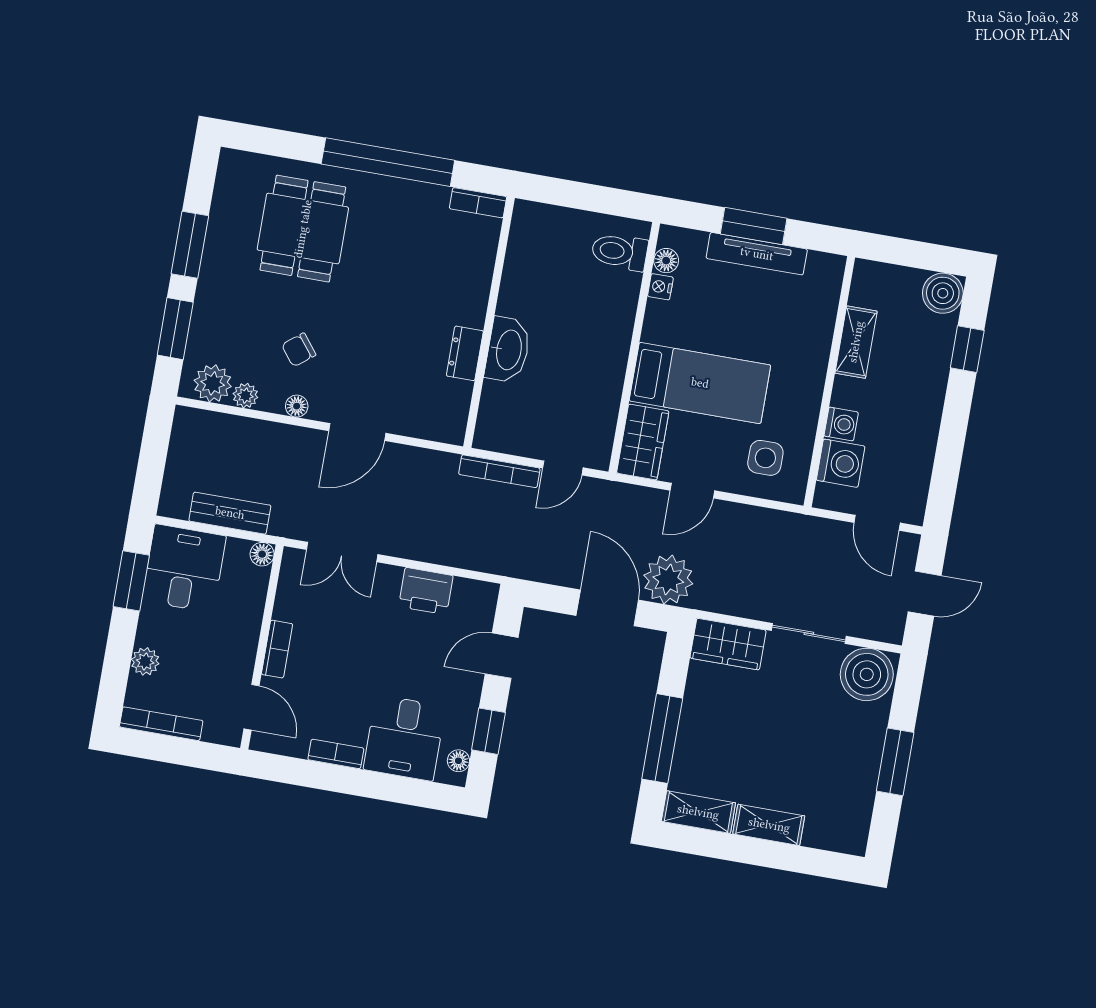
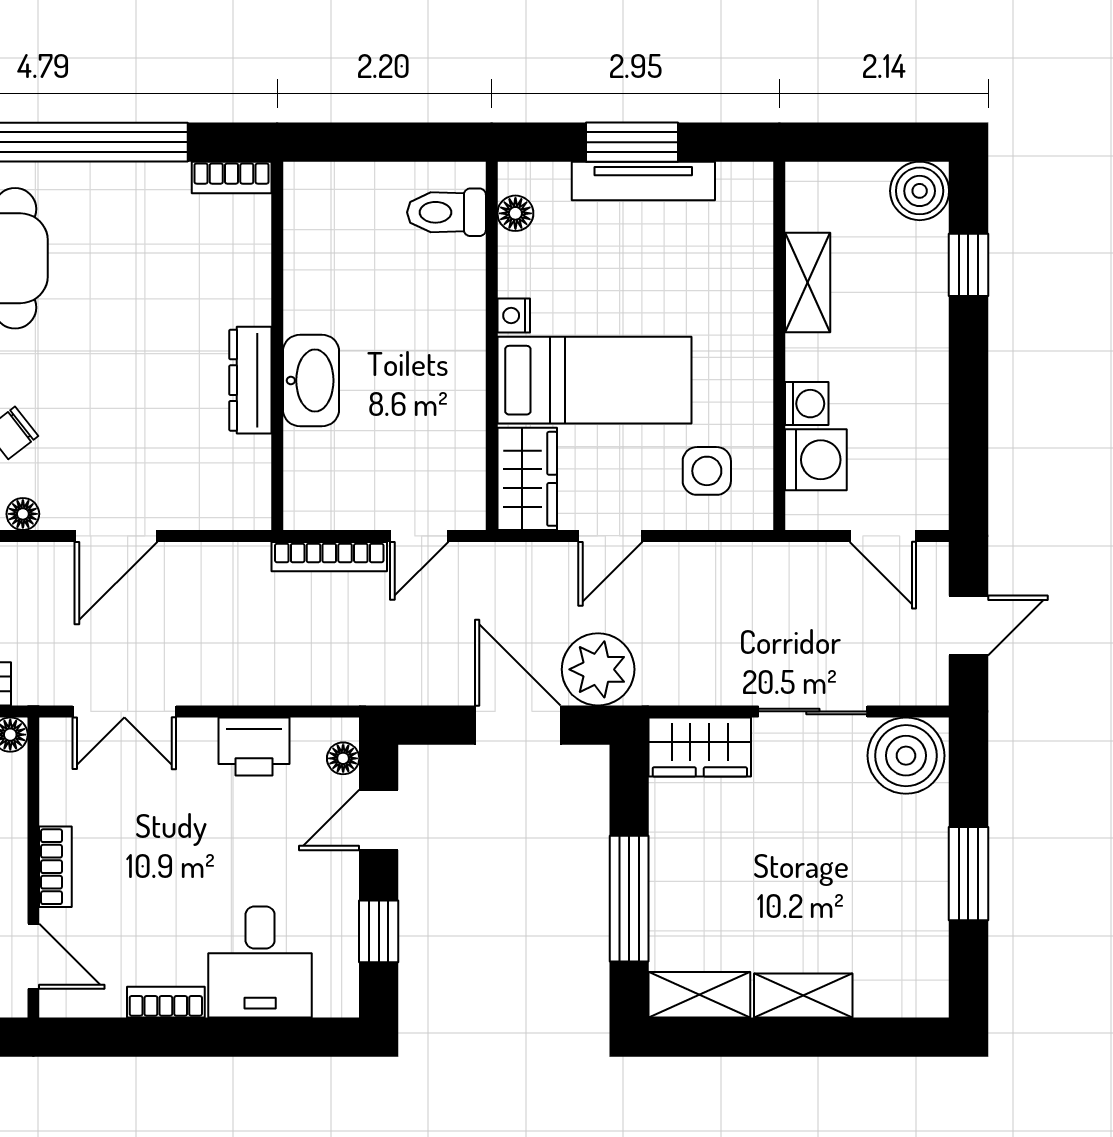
nightstand: (660, 287) -> (514, 316), moved
dresser: (465, 353) -> (250, 380), width x1.44
floor lamp: (458, 761) -> (343, 758), moved

